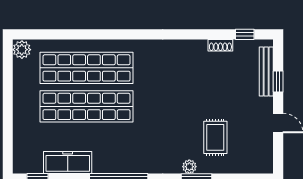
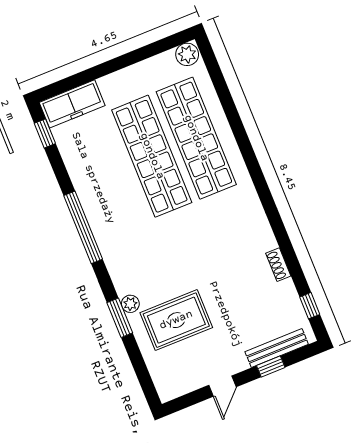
shoe rack: (220, 45) -> (278, 265), moved
rug: (215, 137) -> (176, 320), width x1.36, depth x1.43
freezer: (68, 162) -> (72, 104), moved, turned 90

